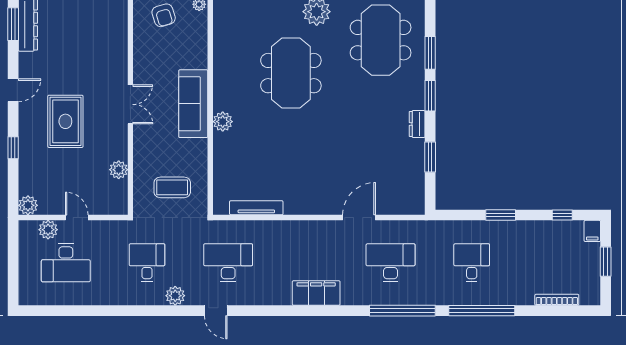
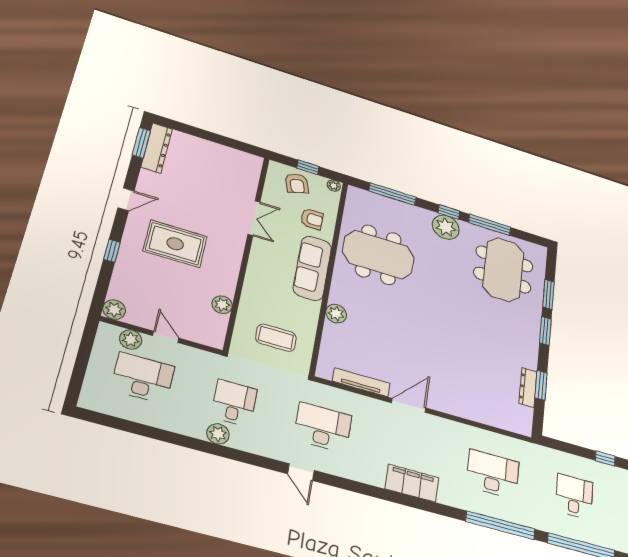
armchair: (184, 50) -> (312, 219), added
meeting table: (291, 73) -> (378, 255), moved, turned 90
double door: (130, 104) -> (254, 218), moved
rug: (65, 121) -> (175, 244), turned 90
plant: (223, 122) -> (336, 314), moved
dresser: (417, 124) -> (528, 388), moved, width x1.44
window: (501, 215) -> (605, 458), width x0.67
door: (359, 218) -> (409, 405), moved
desk: (66, 263) -> (143, 378), turned 180
plant: (175, 296) -> (218, 434), moved

